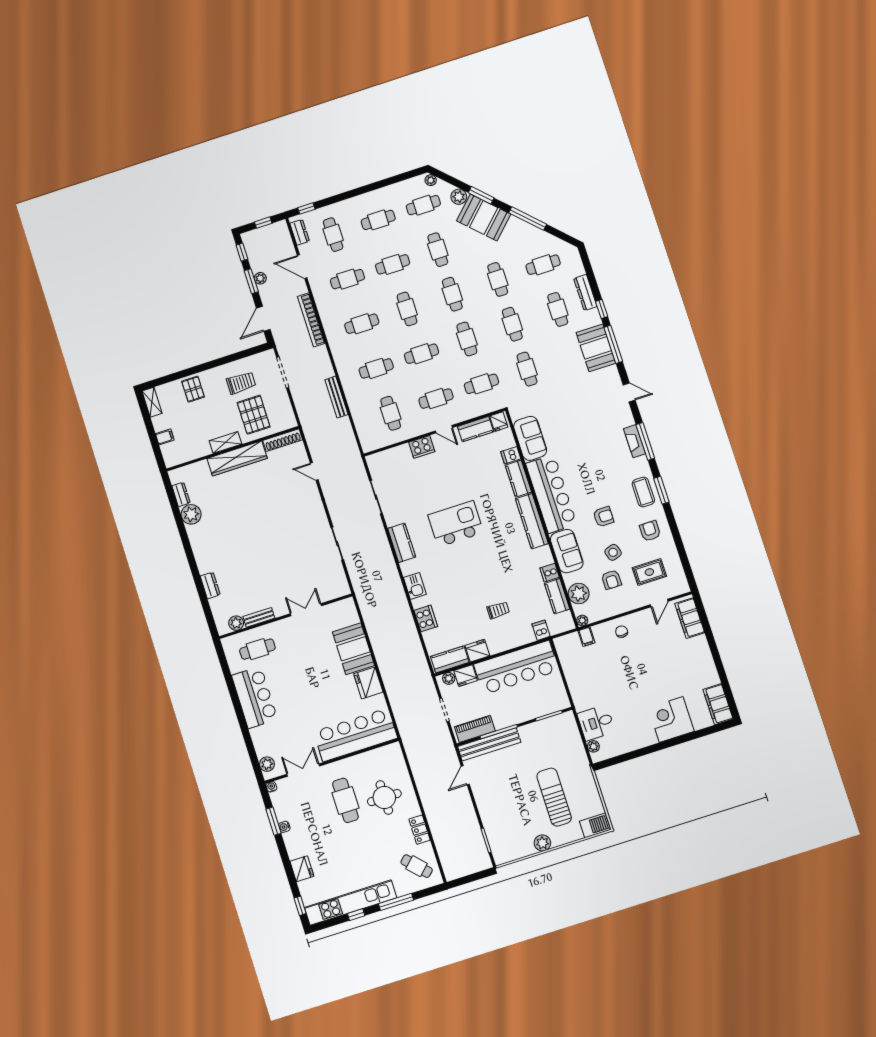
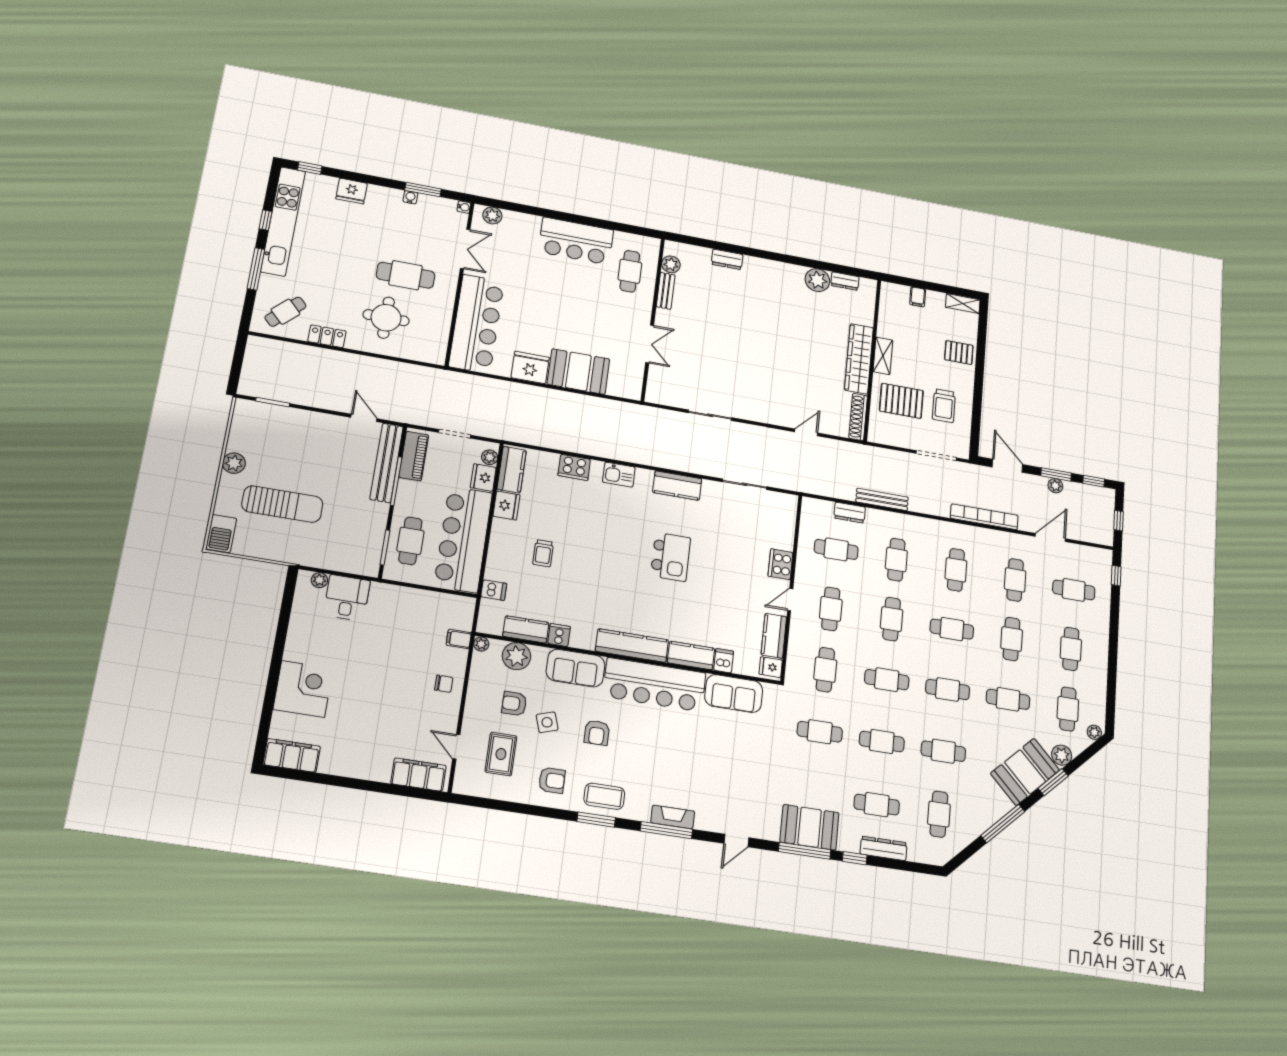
dresser: (300, 232) -> (850, 513), moved
kitchen island: (456, 524) -> (671, 557), width x0.73, depth x0.78
cafe table: (536, 701) -> (410, 541), added

